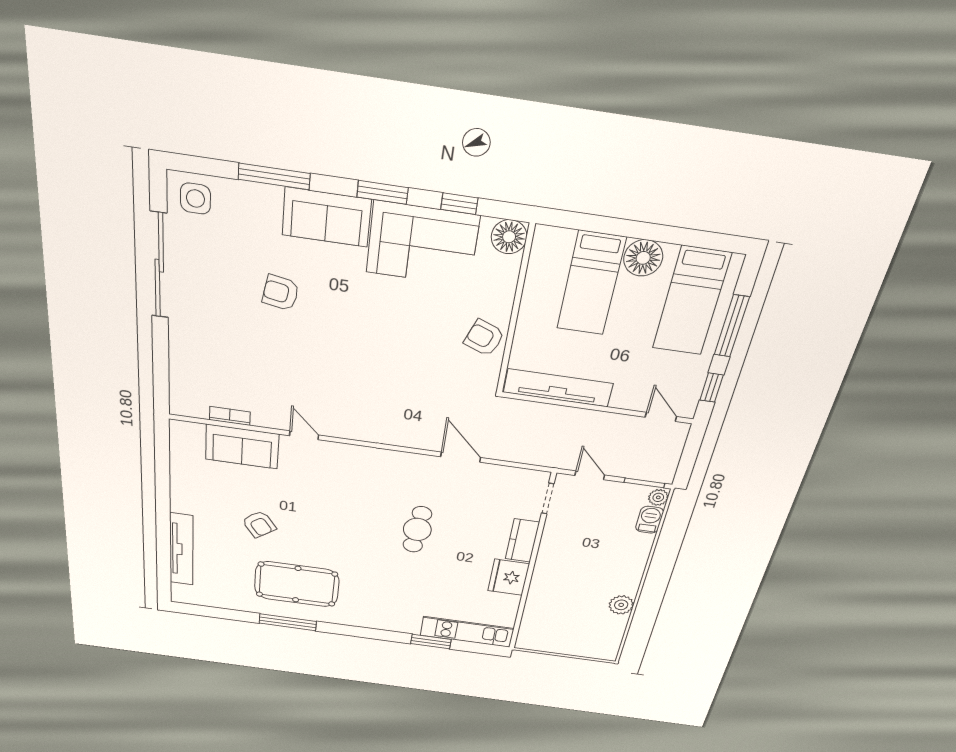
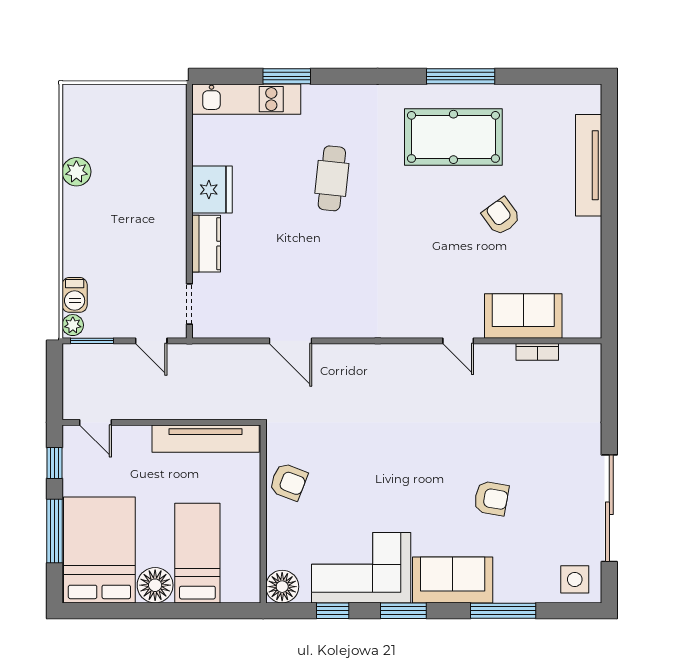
bed: (691, 301) -> (99, 550), width x1.50
cafe table: (417, 529) -> (332, 178), moved

